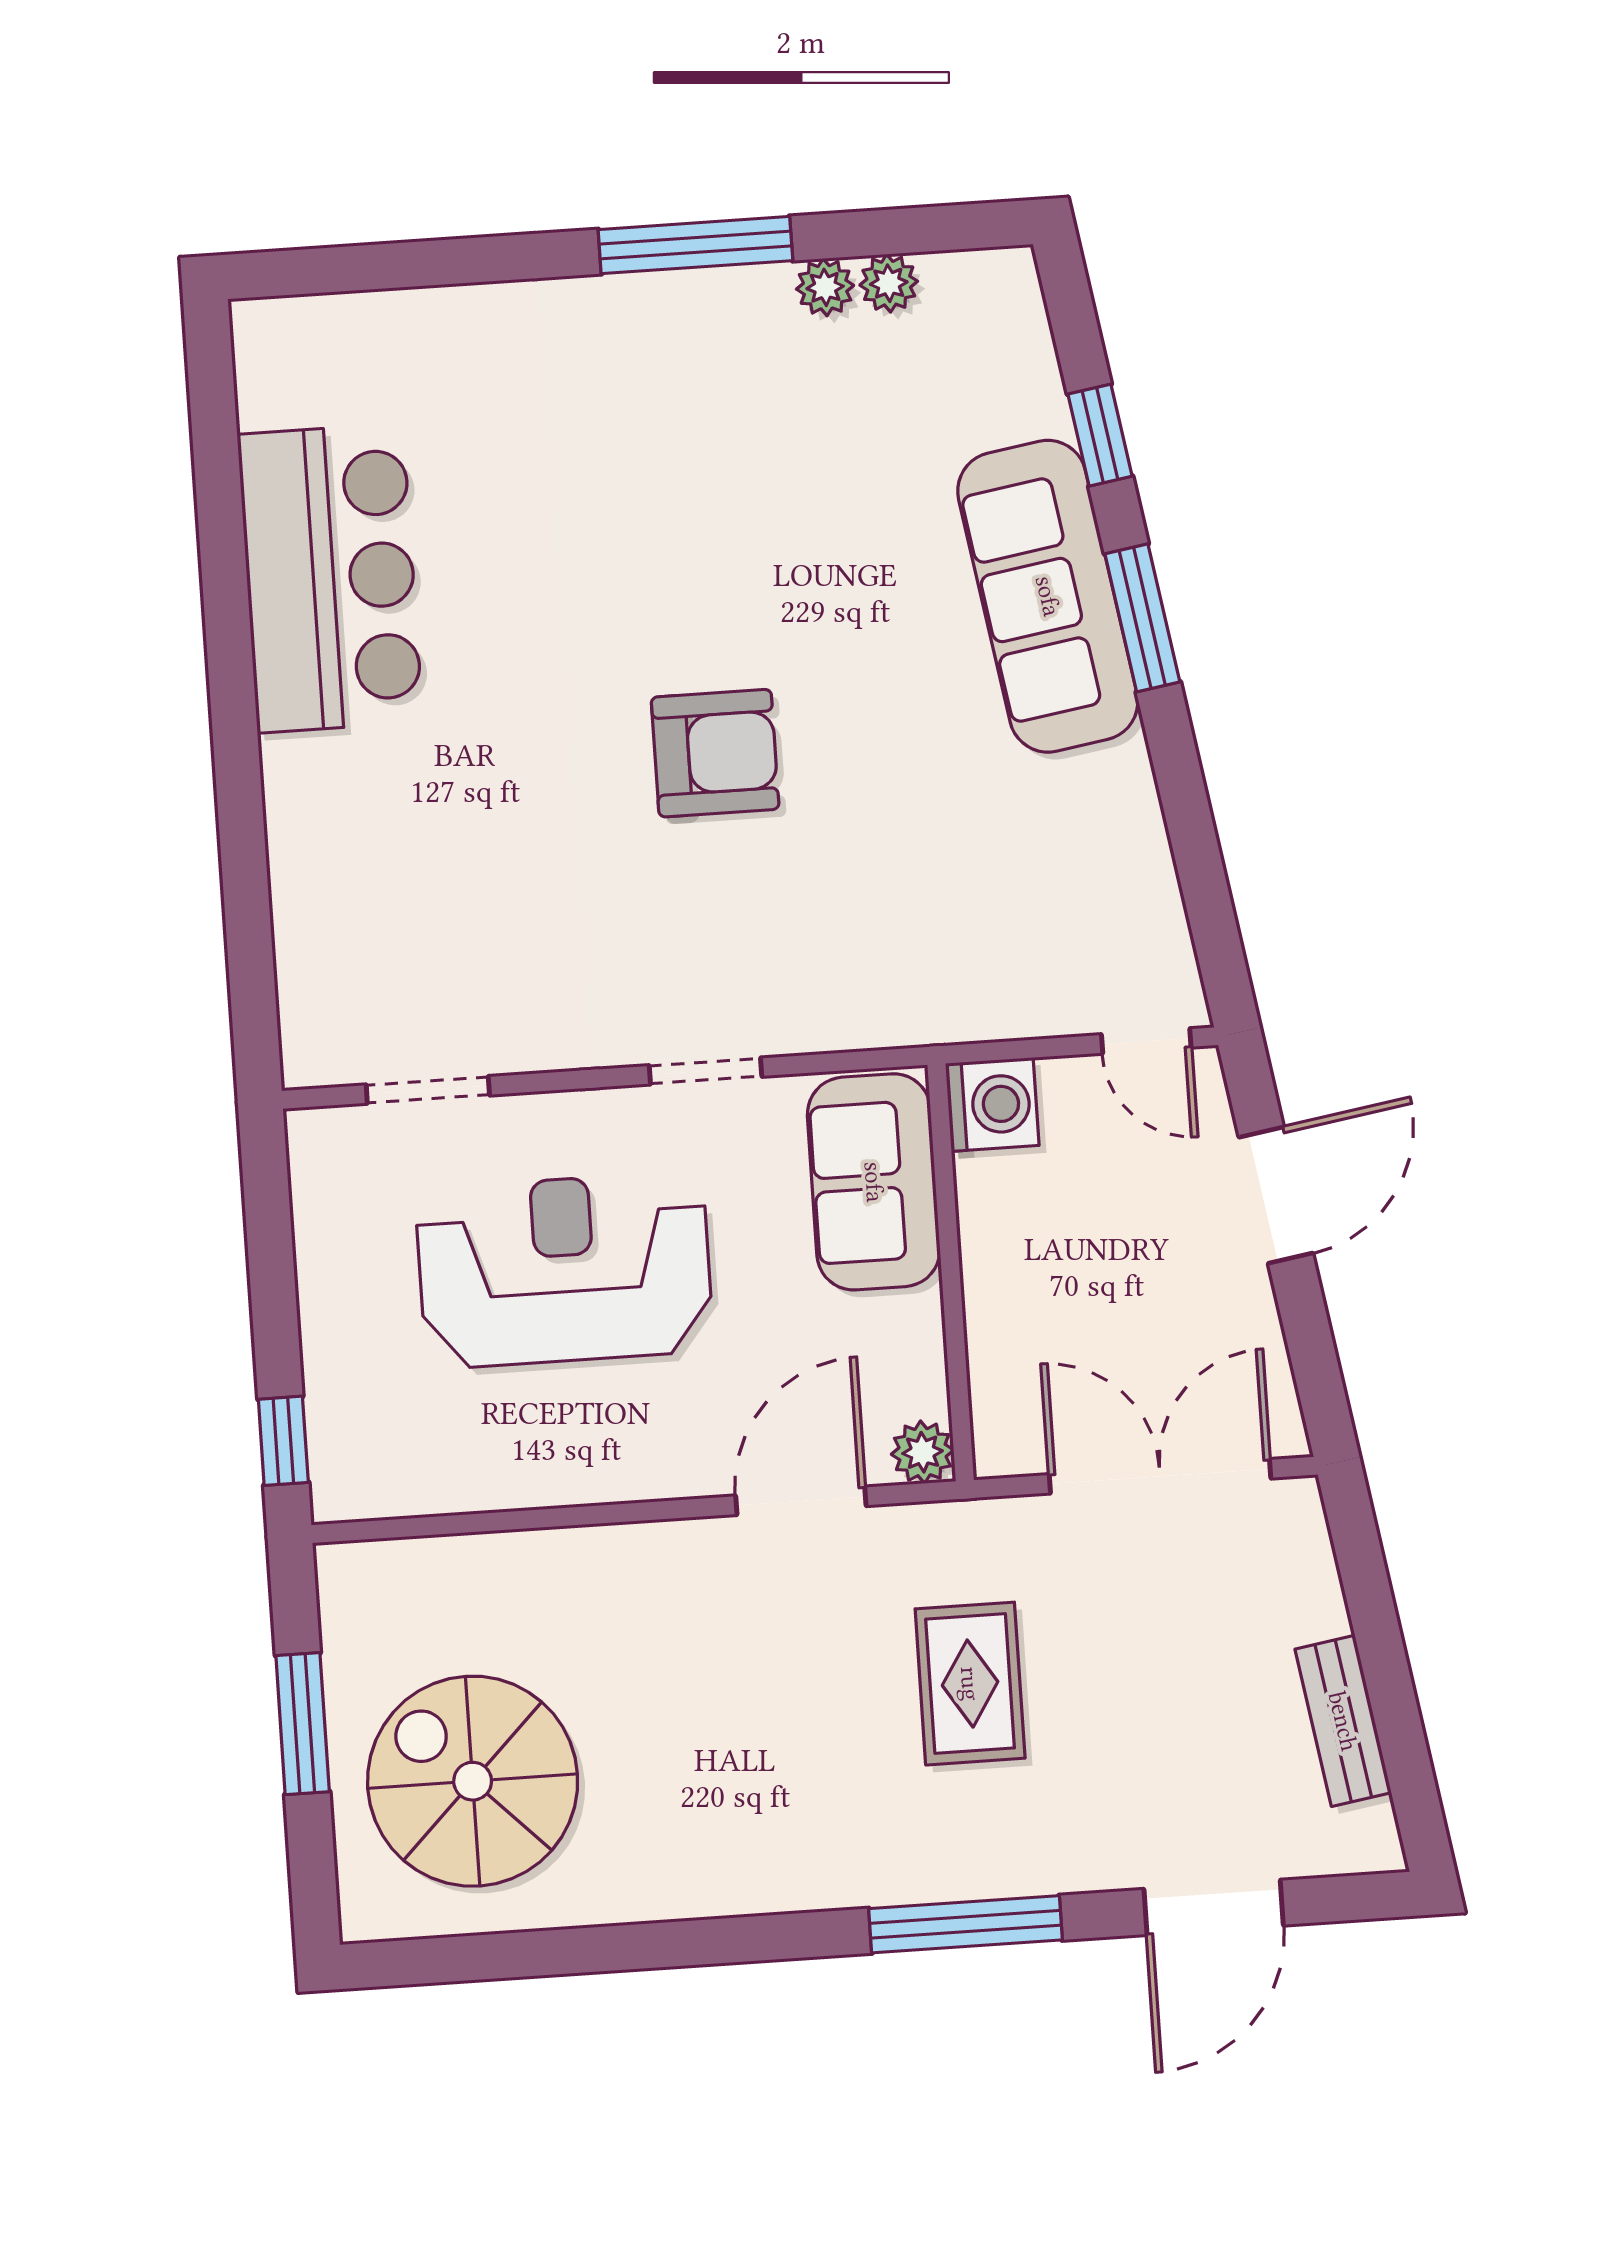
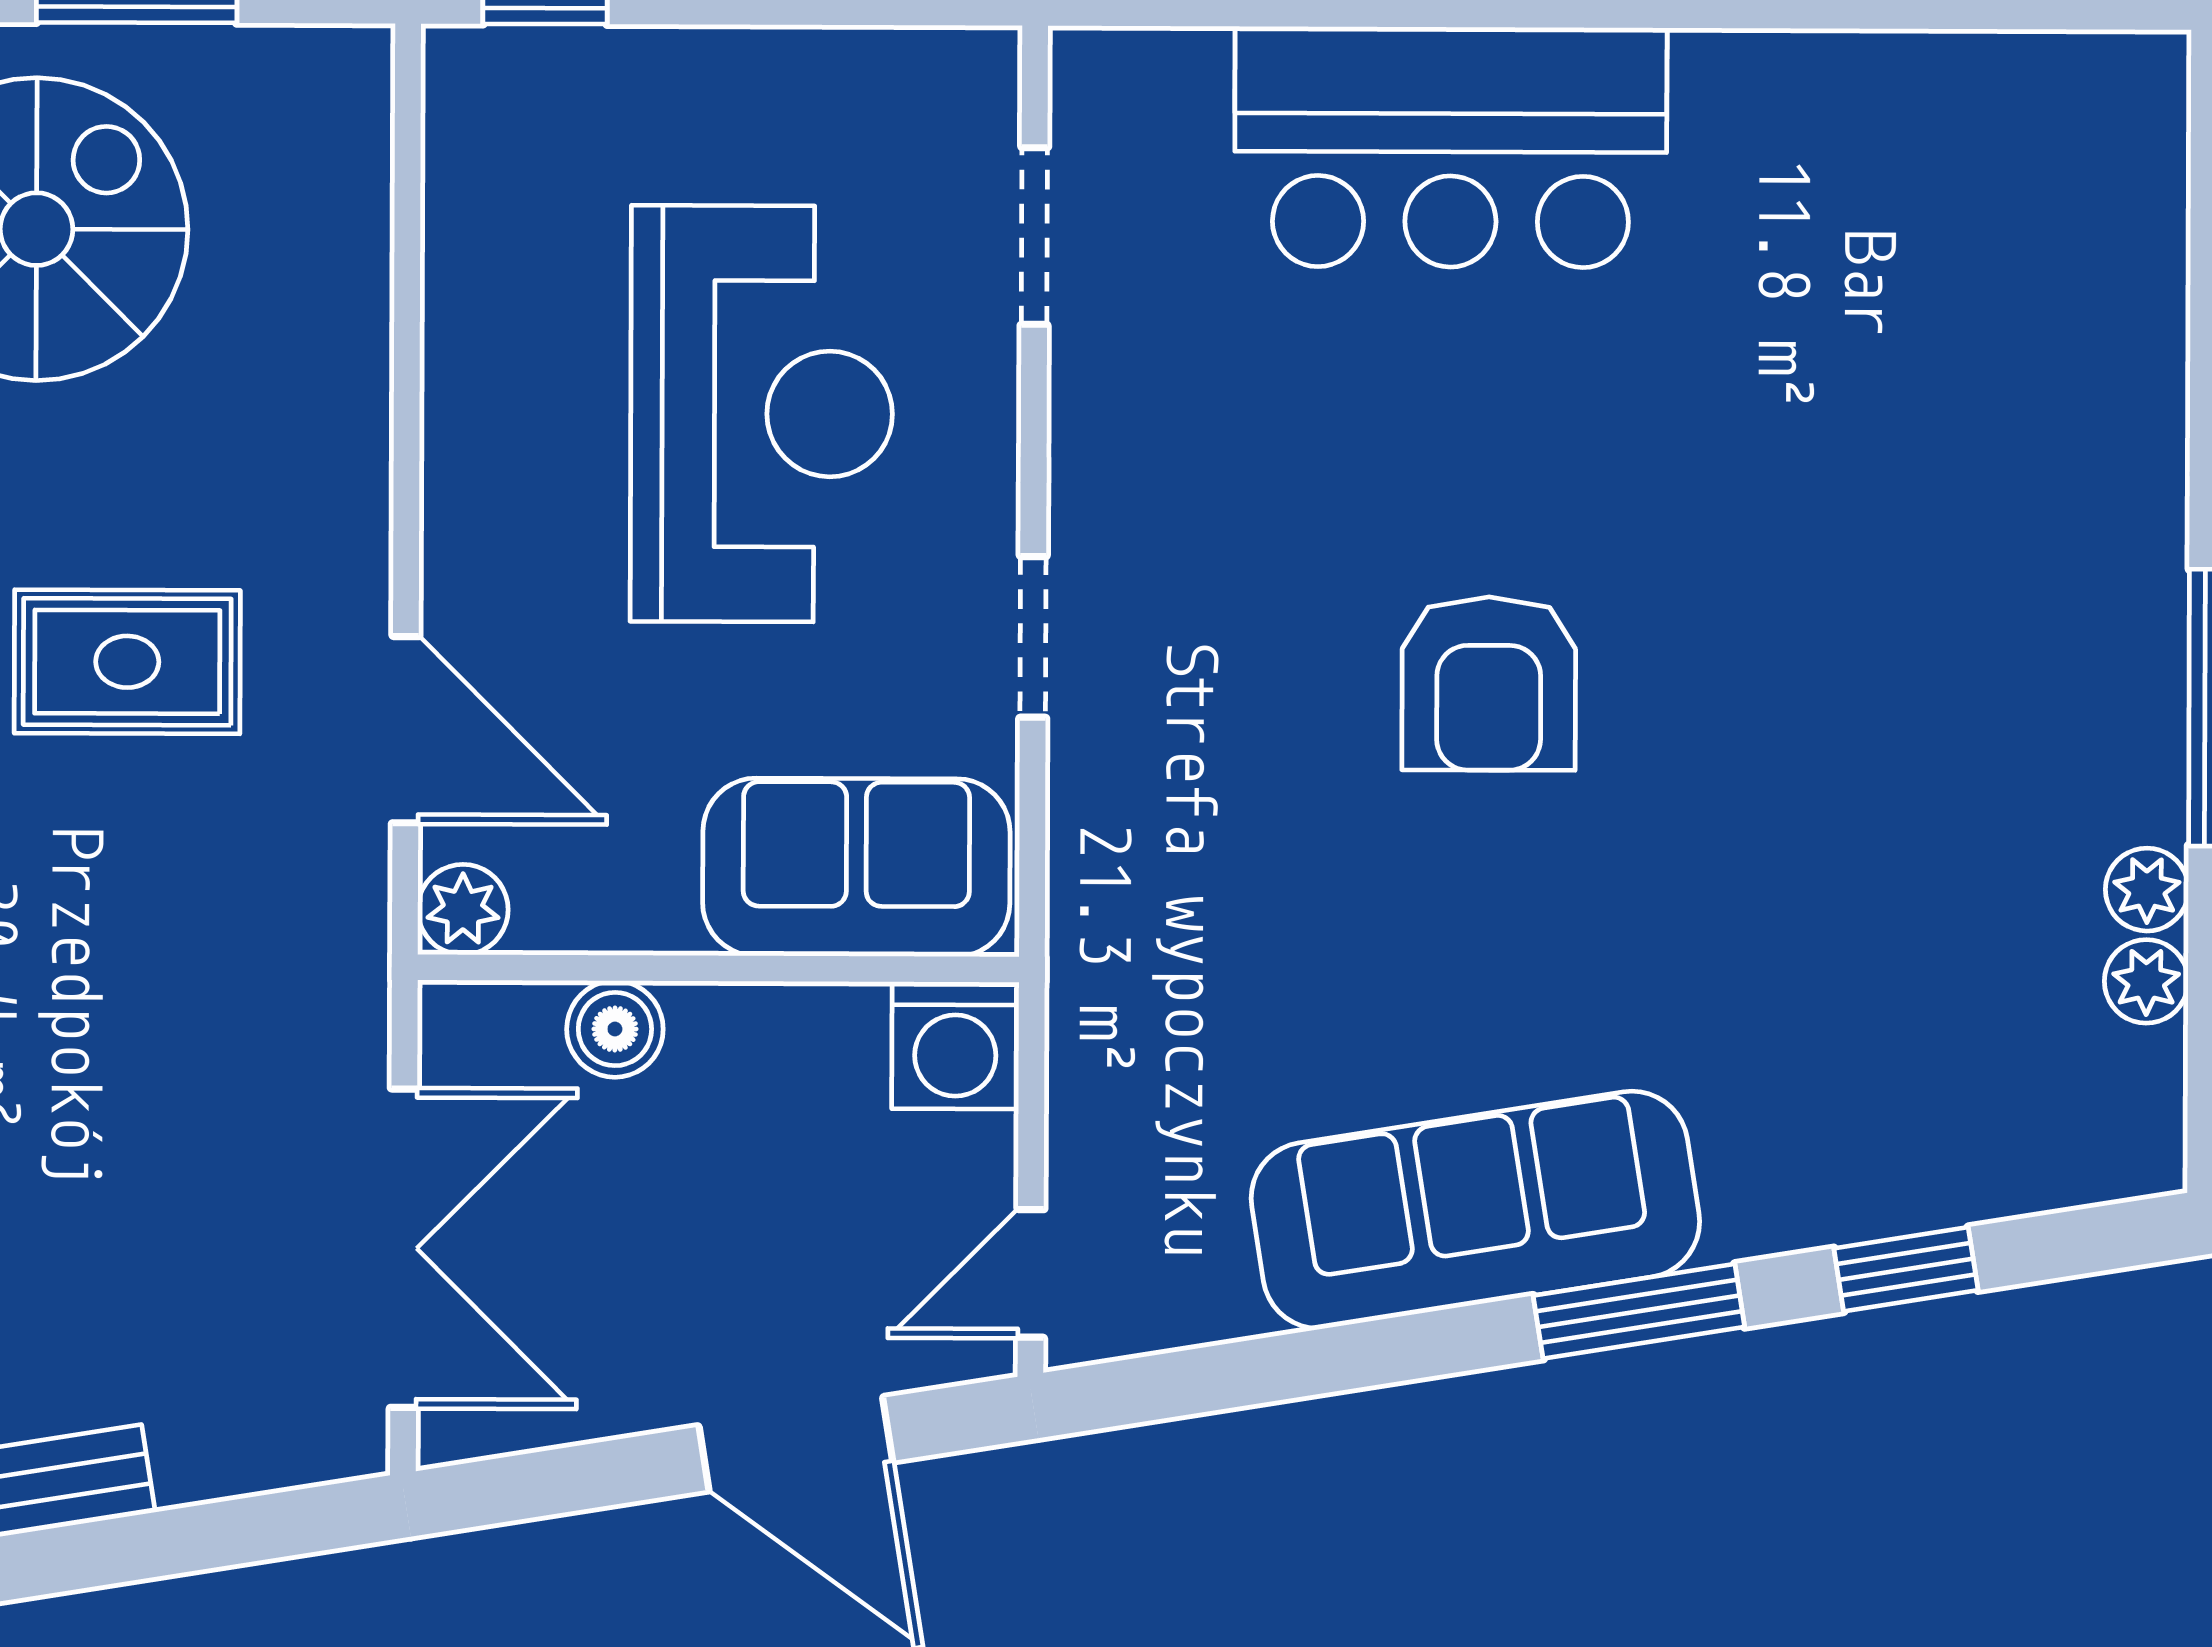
bar counter: (330, 578) -> (1451, 147), moved
sofa: (1048, 596) -> (1475, 1210), moved
boiler: (998, 1341) -> (615, 1029), added
rug: (970, 1684) -> (127, 662), moved

